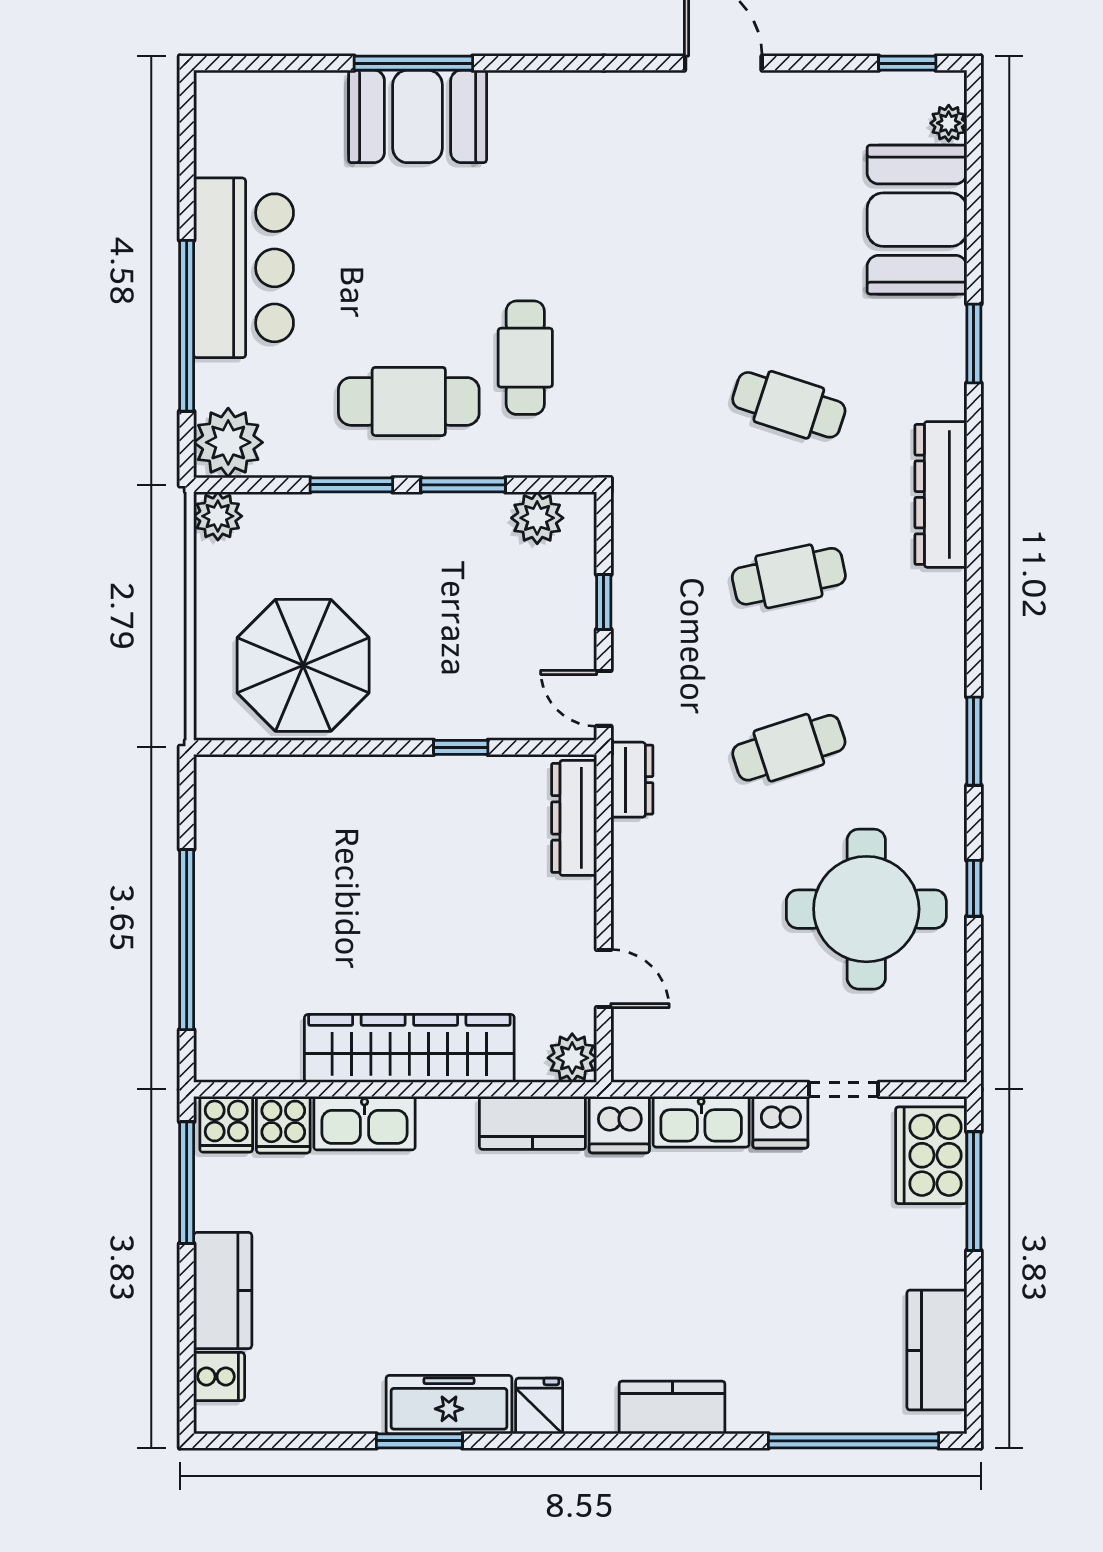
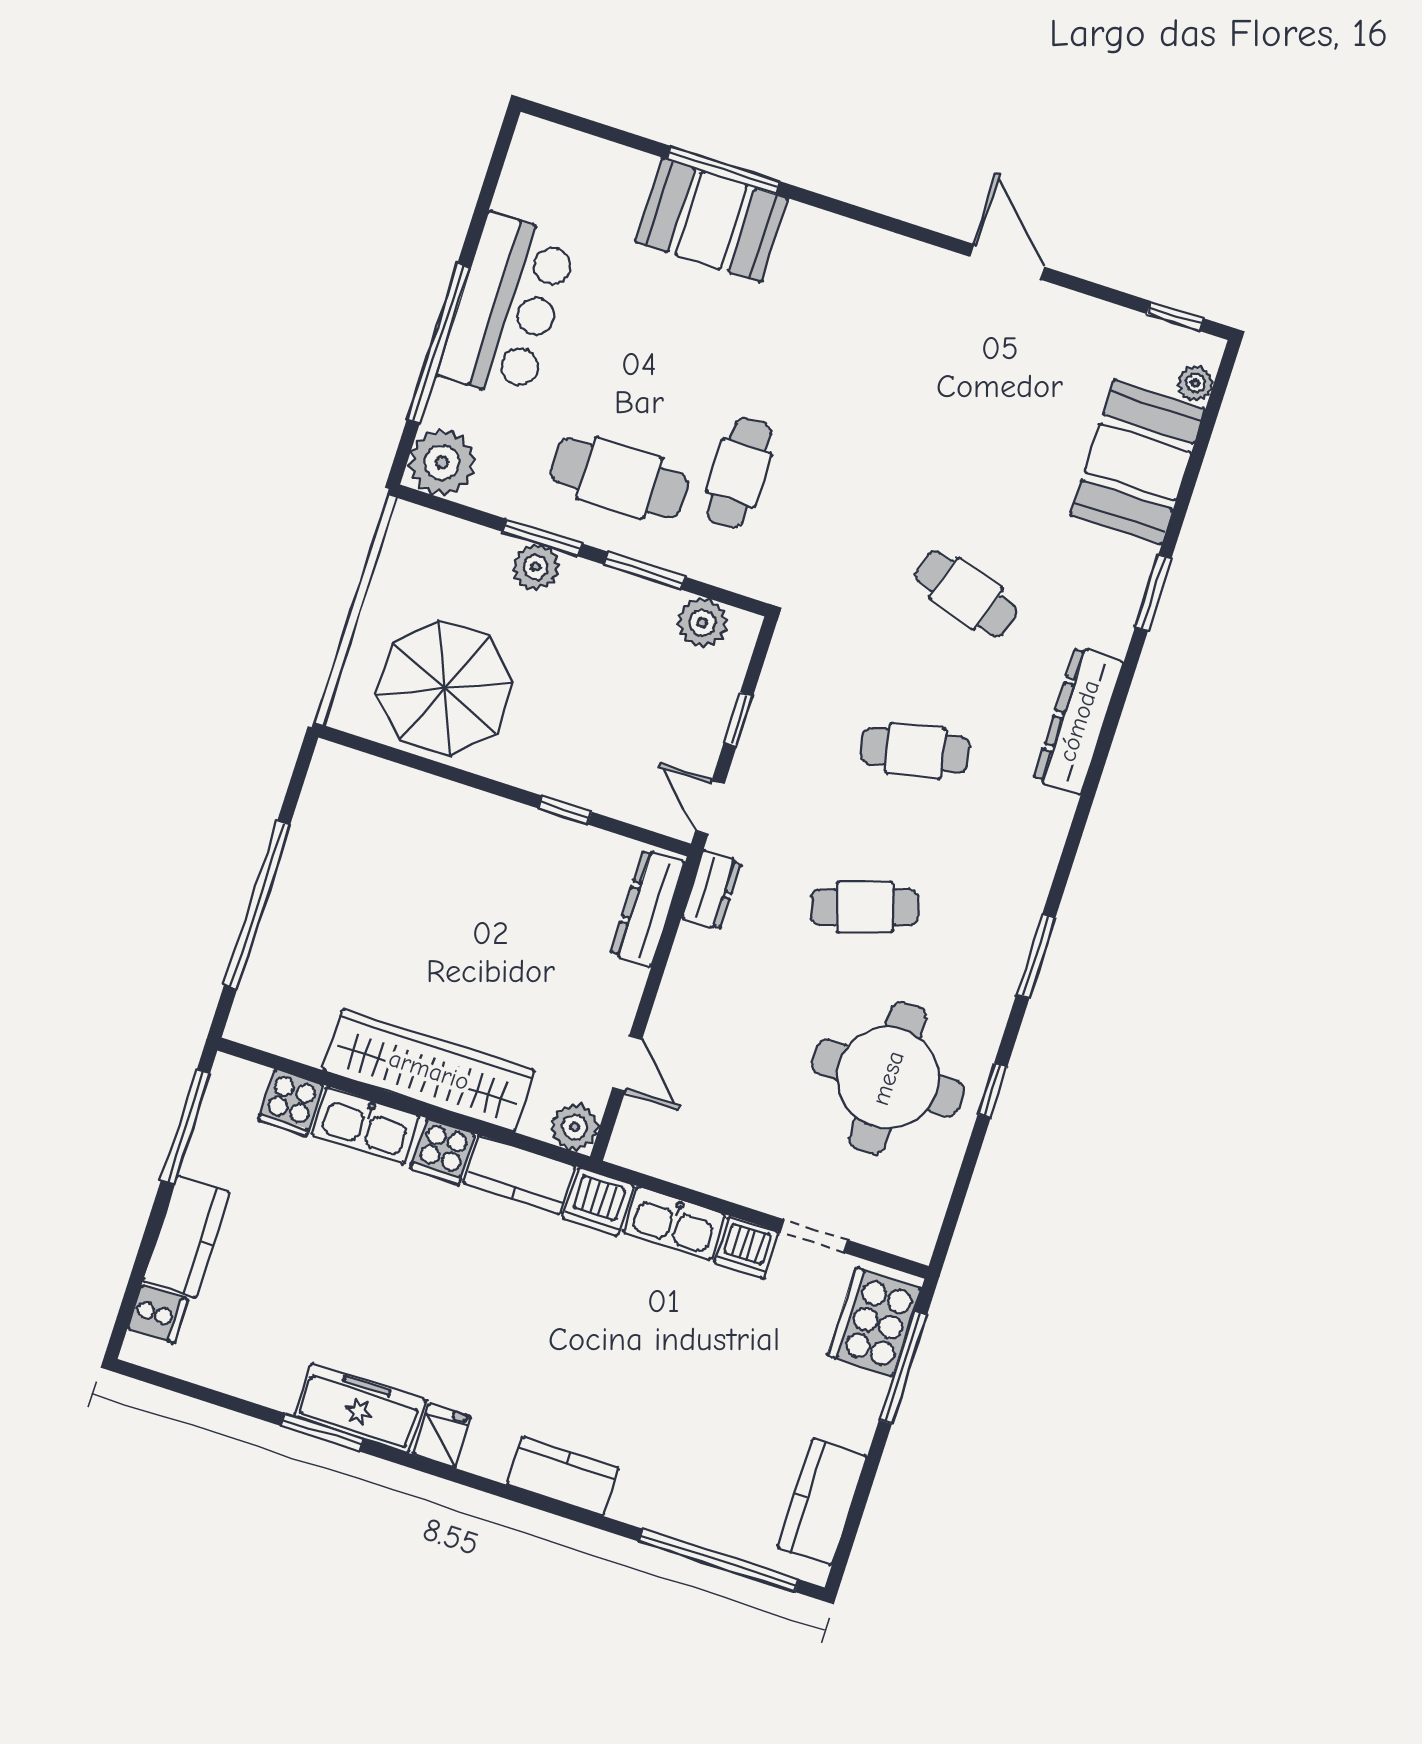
plant: (218, 516) -> (536, 567), moved
cooker: (226, 1124) -> (443, 1151), moved

